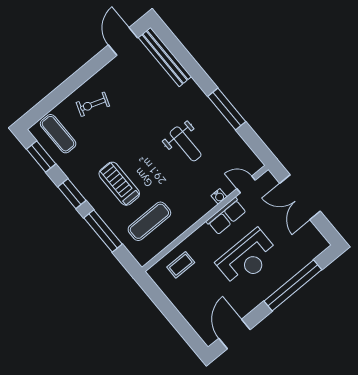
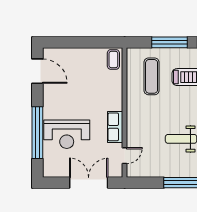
water cooler: (219, 196) -> (131, 133), removed
reception desk: (247, 258) -> (67, 134), moved, turned -90
coffee table: (181, 265) -> (113, 59), moved

